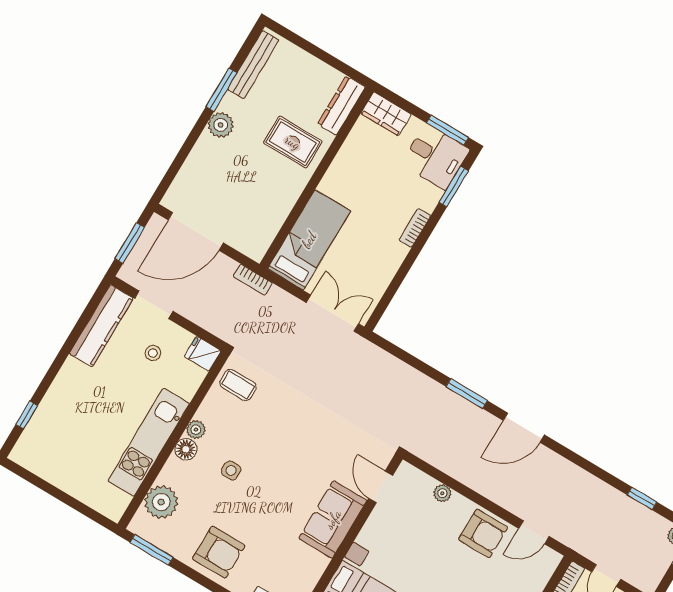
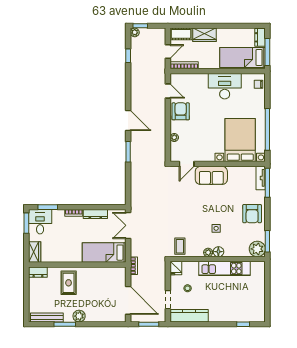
dresser: (341, 105) -> (38, 272), width x0.70
dresser: (389, 266) -> (95, 214), added
plant: (161, 502) -> (257, 249), moved
armchair: (219, 552) -> (252, 214), turned 180

